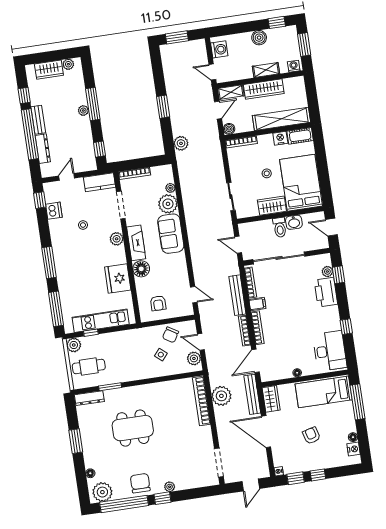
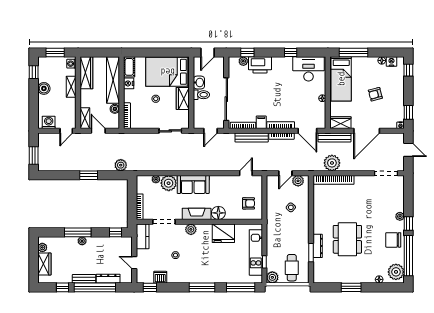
wardrobe: (264, 89) -> (86, 73), moved
boiler: (229, 129) -> (115, 109), moved
chair: (171, 335) -> (276, 197), removed
dresser: (89, 398) -> (318, 246), moved
window: (318, 475) -> (408, 70), moved

